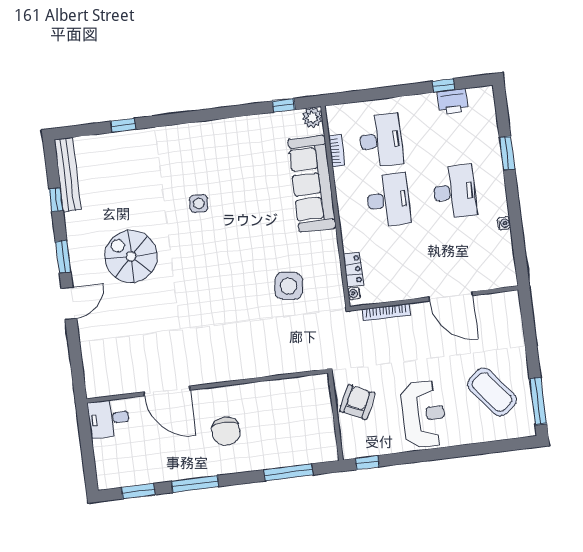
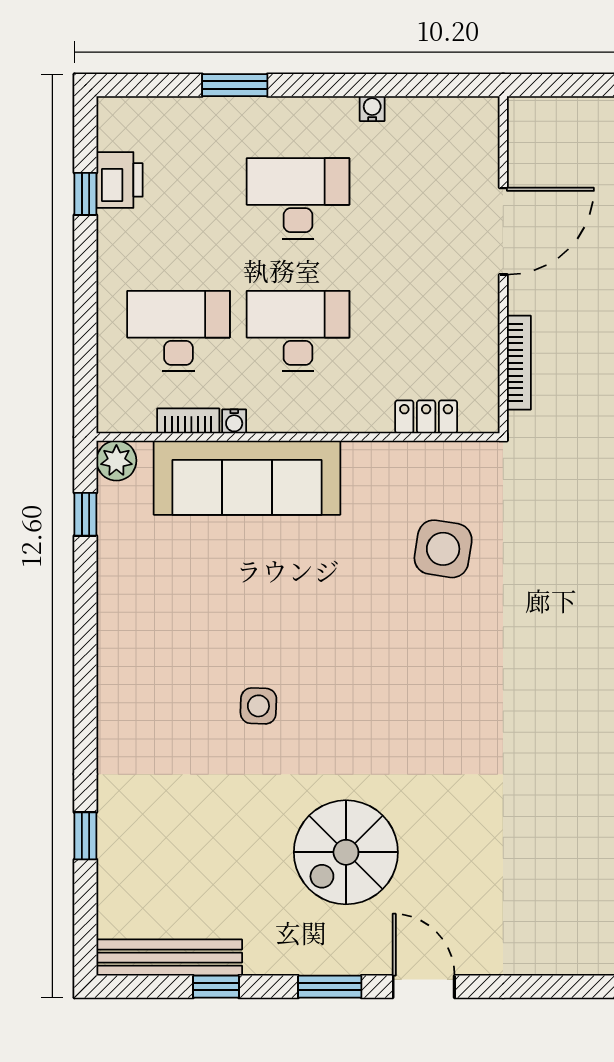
water cooler: (354, 293) -> (234, 421), moved

